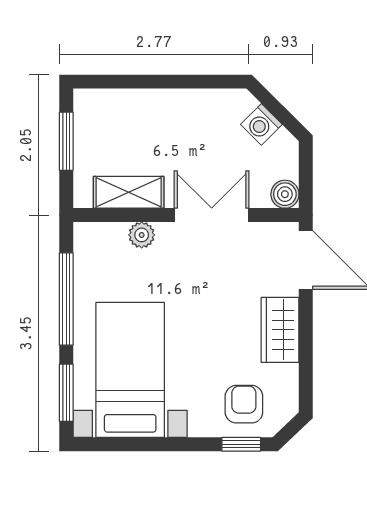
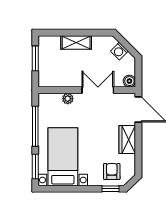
shelving: (129, 192) -> (76, 42), moved

